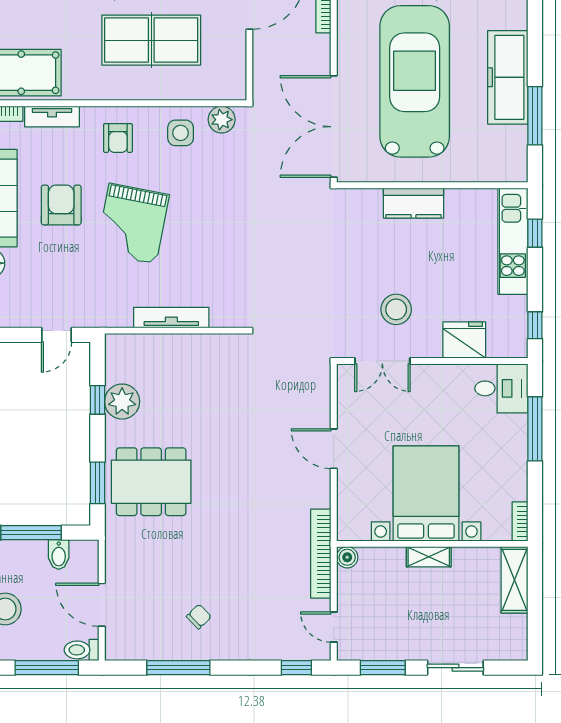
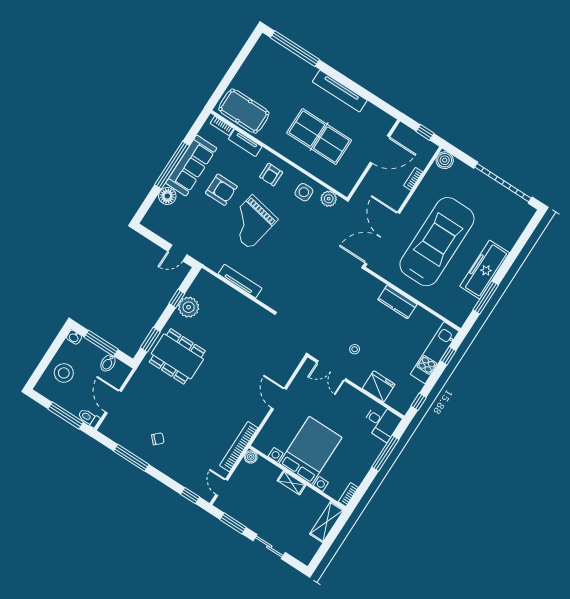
armchair: (61, 205) -> (221, 190), turned 90
stool: (396, 309) -> (355, 349), width x0.53, depth x0.53

